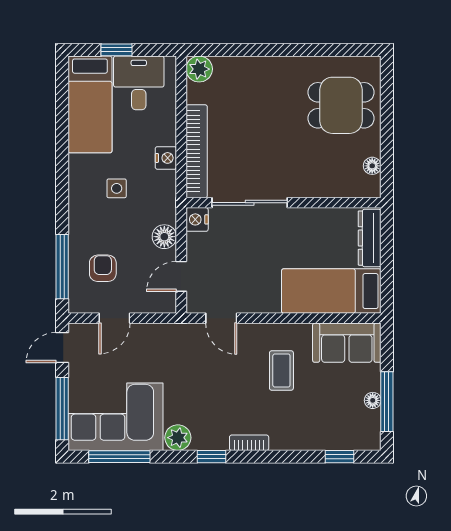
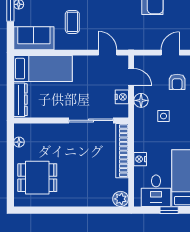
nightstand: (166, 158) -> (140, 159), moved
side table: (117, 188) -> (164, 116), moved
nightstand: (197, 219) -> (122, 97), moved
door: (181, 276) -> (131, 77), hinge flipped

